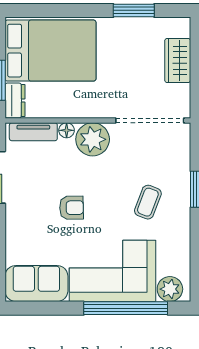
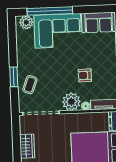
coffee table: (148, 202) -> (30, 85), moved
armchair: (71, 208) -> (85, 75), moved

